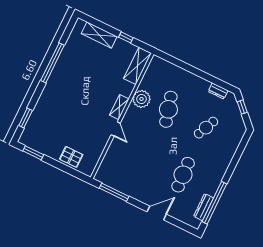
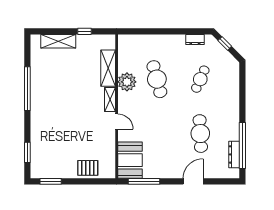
shelving: (137, 66) -> (108, 68), moved
booth: (111, 168) -> (130, 160), added

